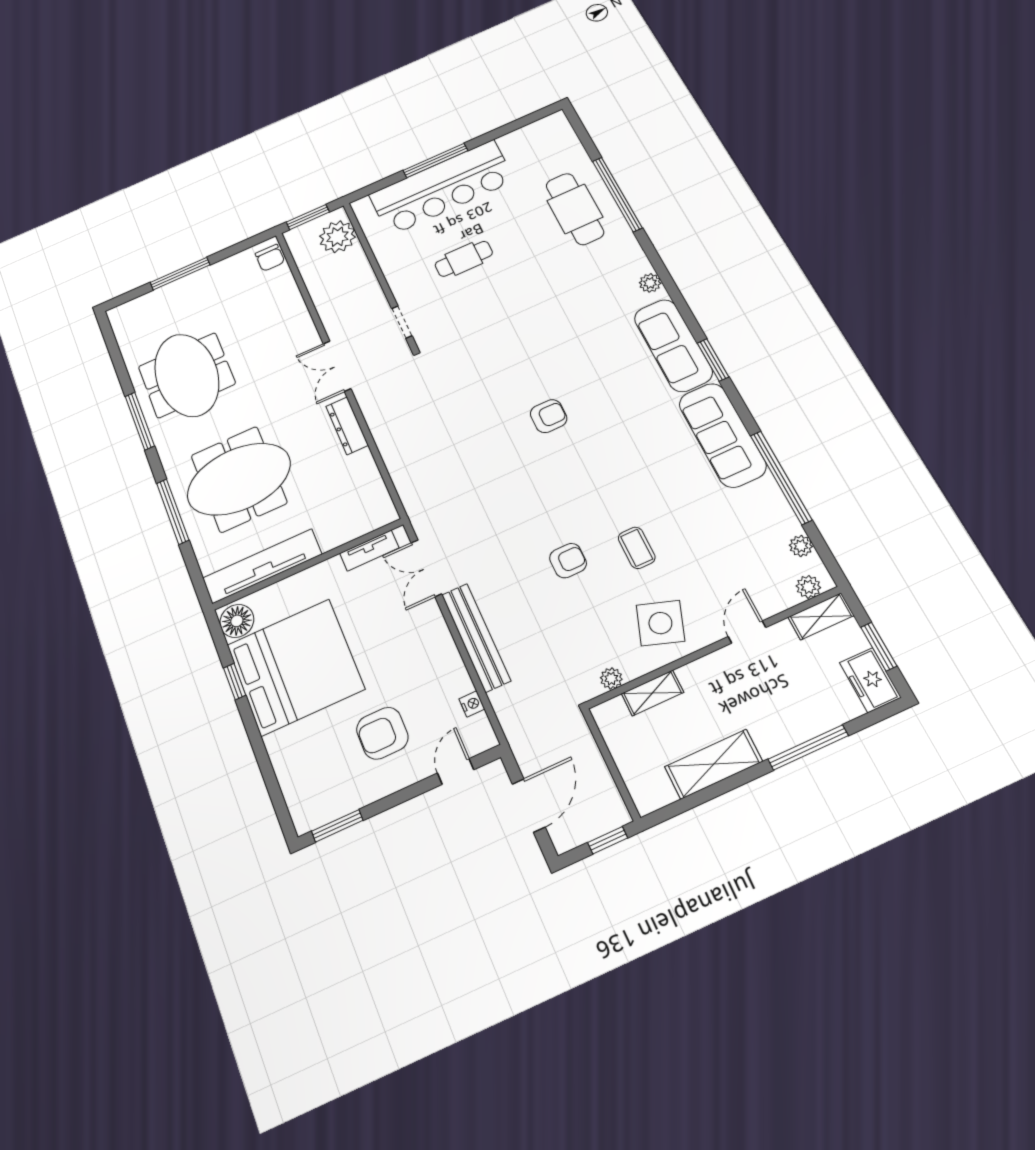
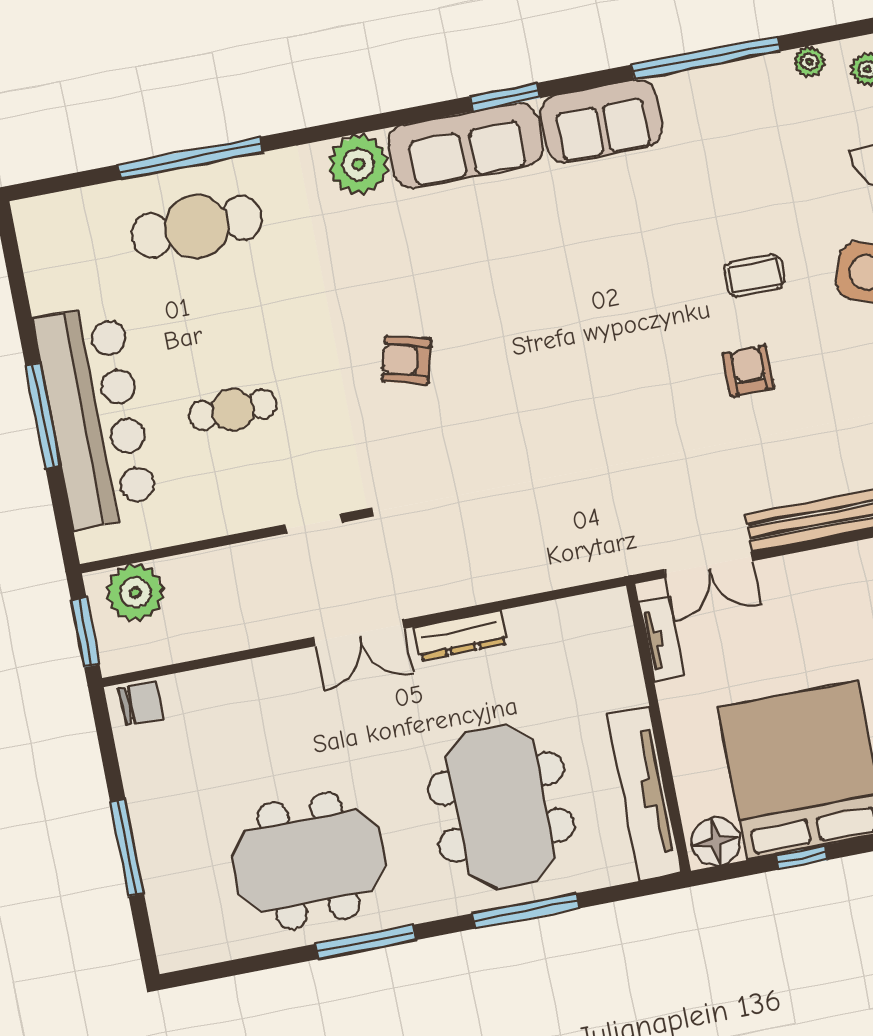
cafe table: (464, 259) -> (233, 410), turned 90
plant: (650, 283) -> (358, 164), width x1.87, depth x1.87
armchair: (549, 416) -> (407, 360), moved, turned -75
sofa: (722, 435) -> (601, 121), width x0.73

